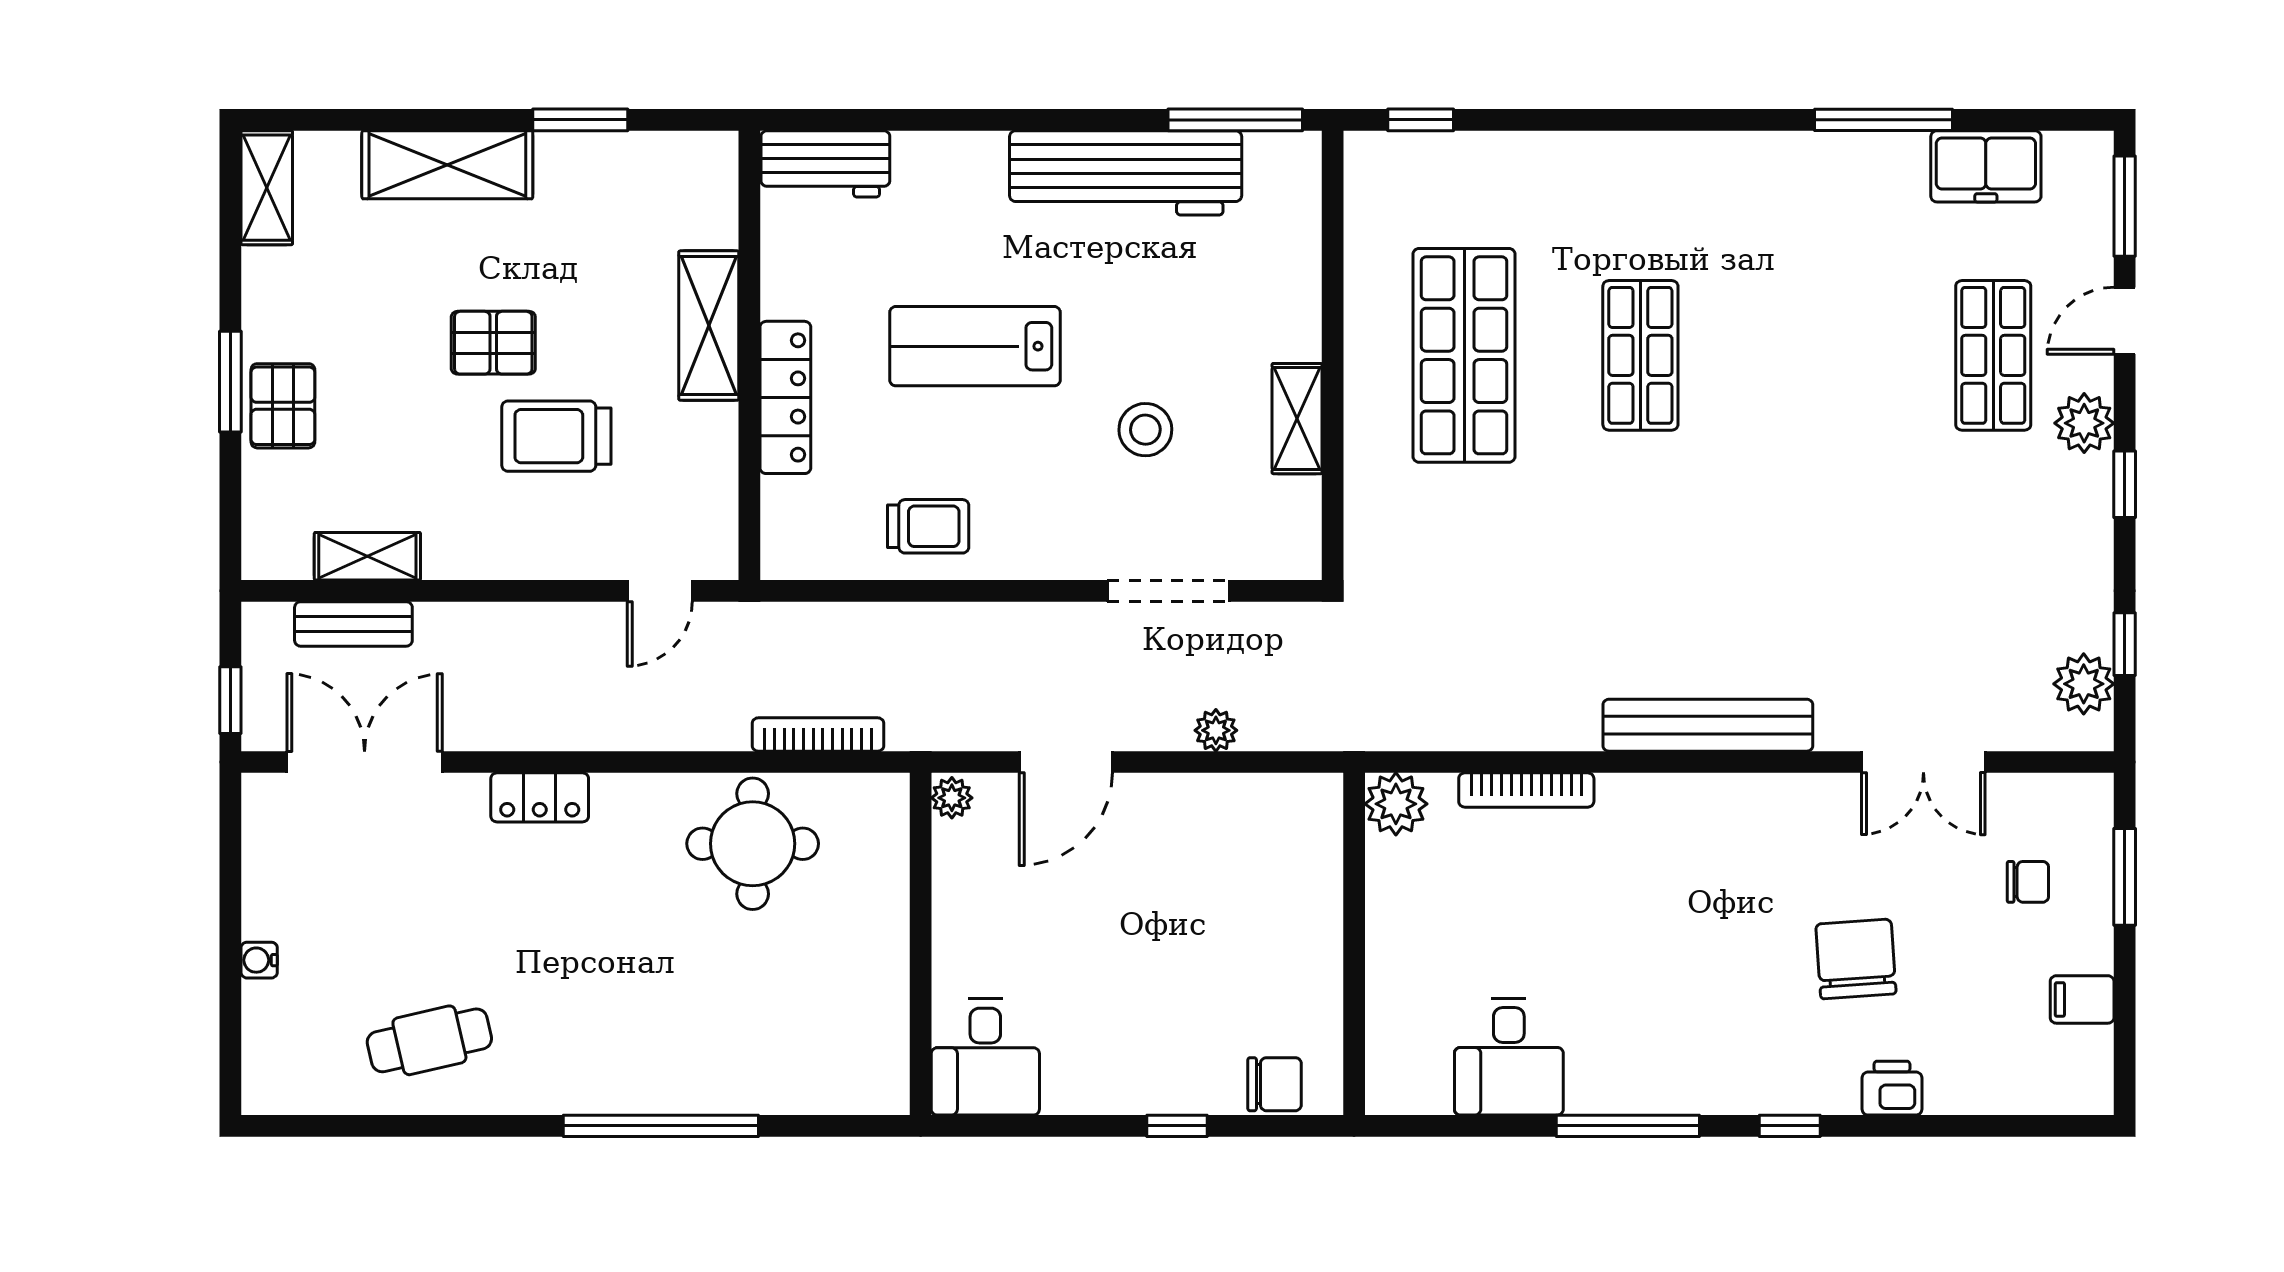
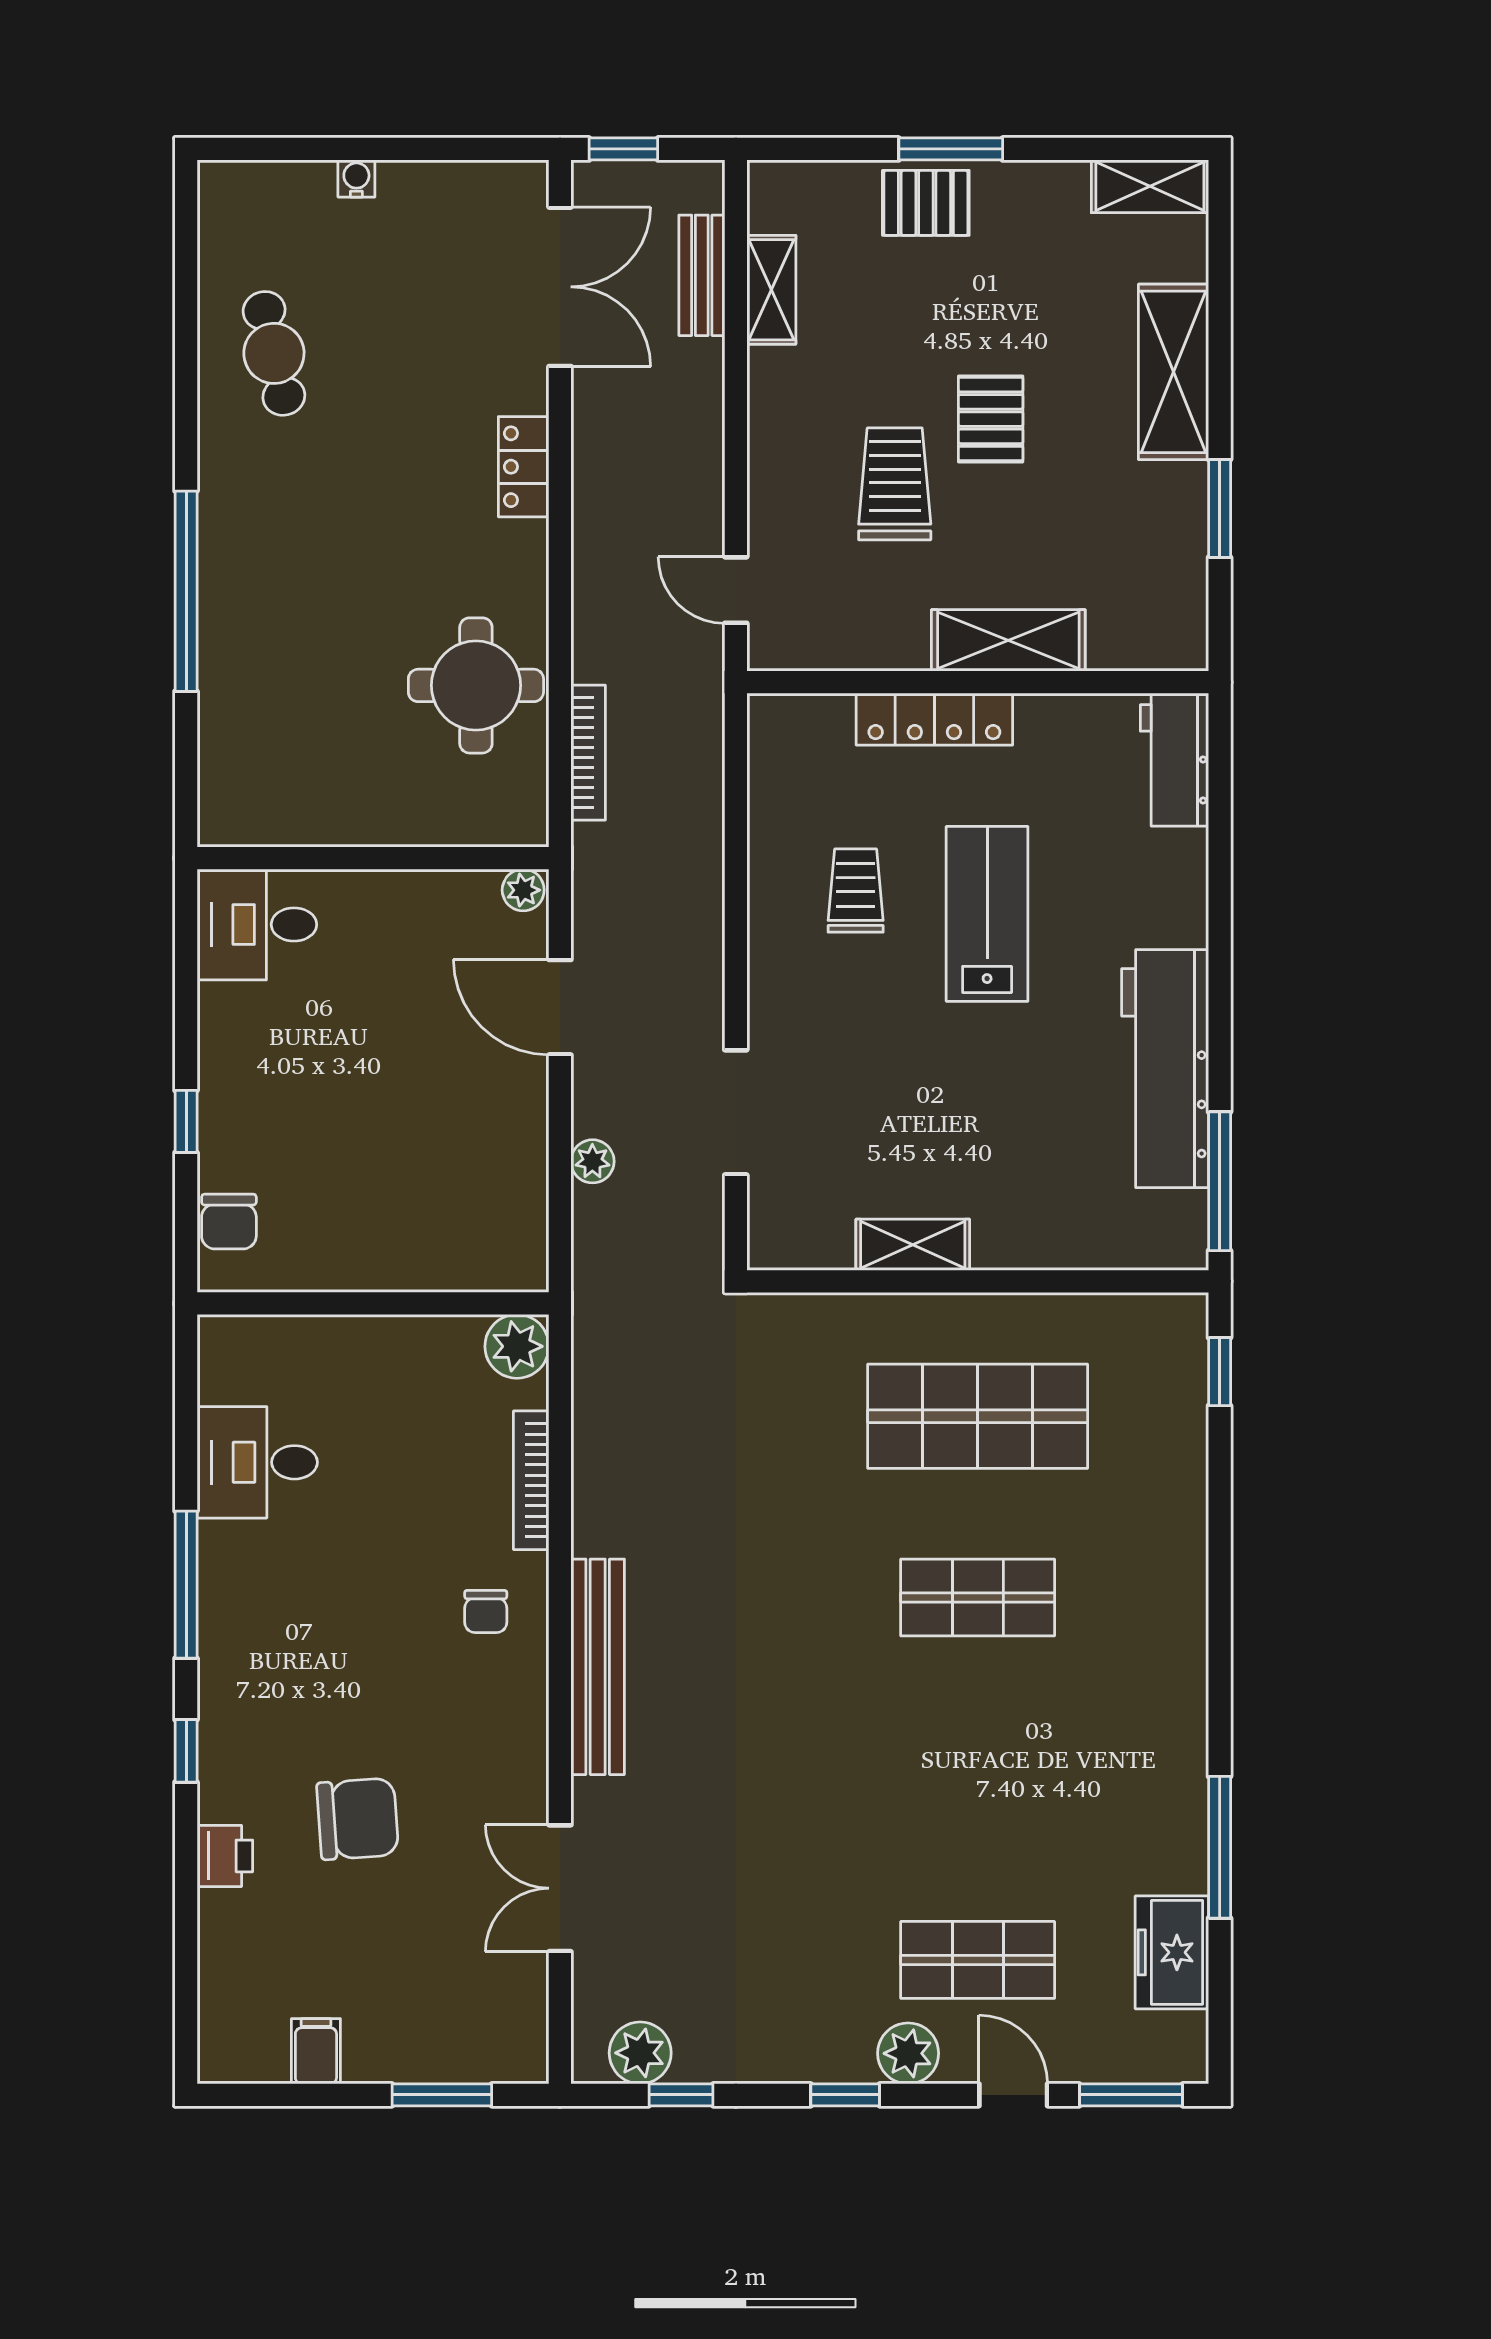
stool: (1145, 430) -> (901, 1089), removed
trolley: (928, 526) -> (856, 891), moved, turned 180
chair: (2028, 882) -> (486, 1611), moved

